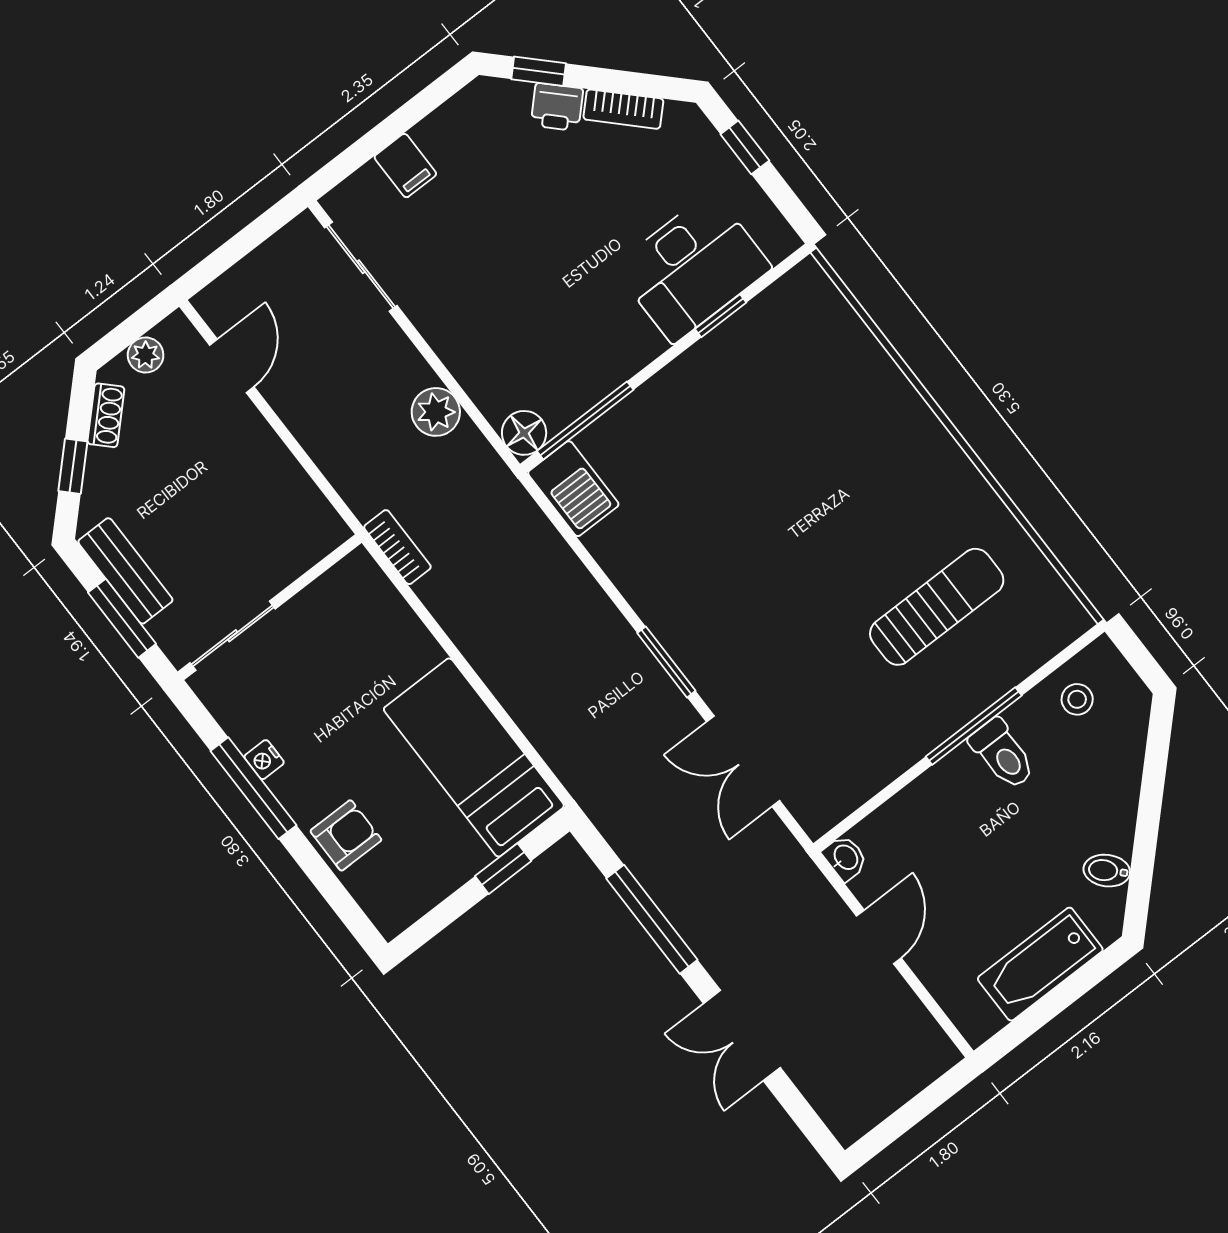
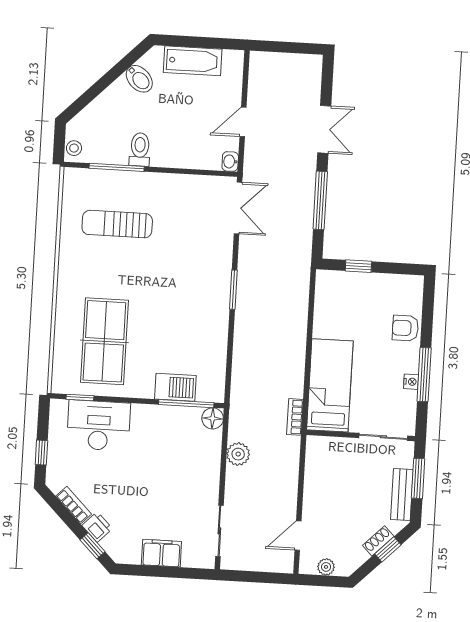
filing cabinet: (405, 166) -> (161, 553), width x2.00
window: (721, 316) -> (80, 397), moved
table tennis table: (797, 407) -> (104, 341), added
shoe rack: (106, 415) -> (378, 541), moved
barbecue: (573, 489) -> (175, 387), moved, turned 90
stool: (1077, 699) -> (74, 148), moved
window: (974, 726) -> (117, 167), moved
bed: (474, 758) -> (330, 385), moved, turned 180
double door: (743, 761) -> (238, 208), moved
bidet: (1107, 871) -> (139, 79), width x1.38, depth x1.36

